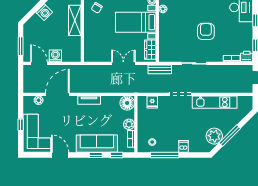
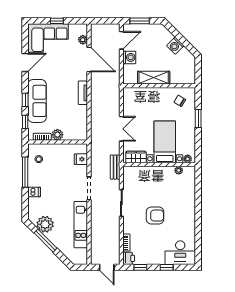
shelving: (75, 20) -> (154, 78), moved
floor lamp: (127, 103) -> (80, 133), removed

